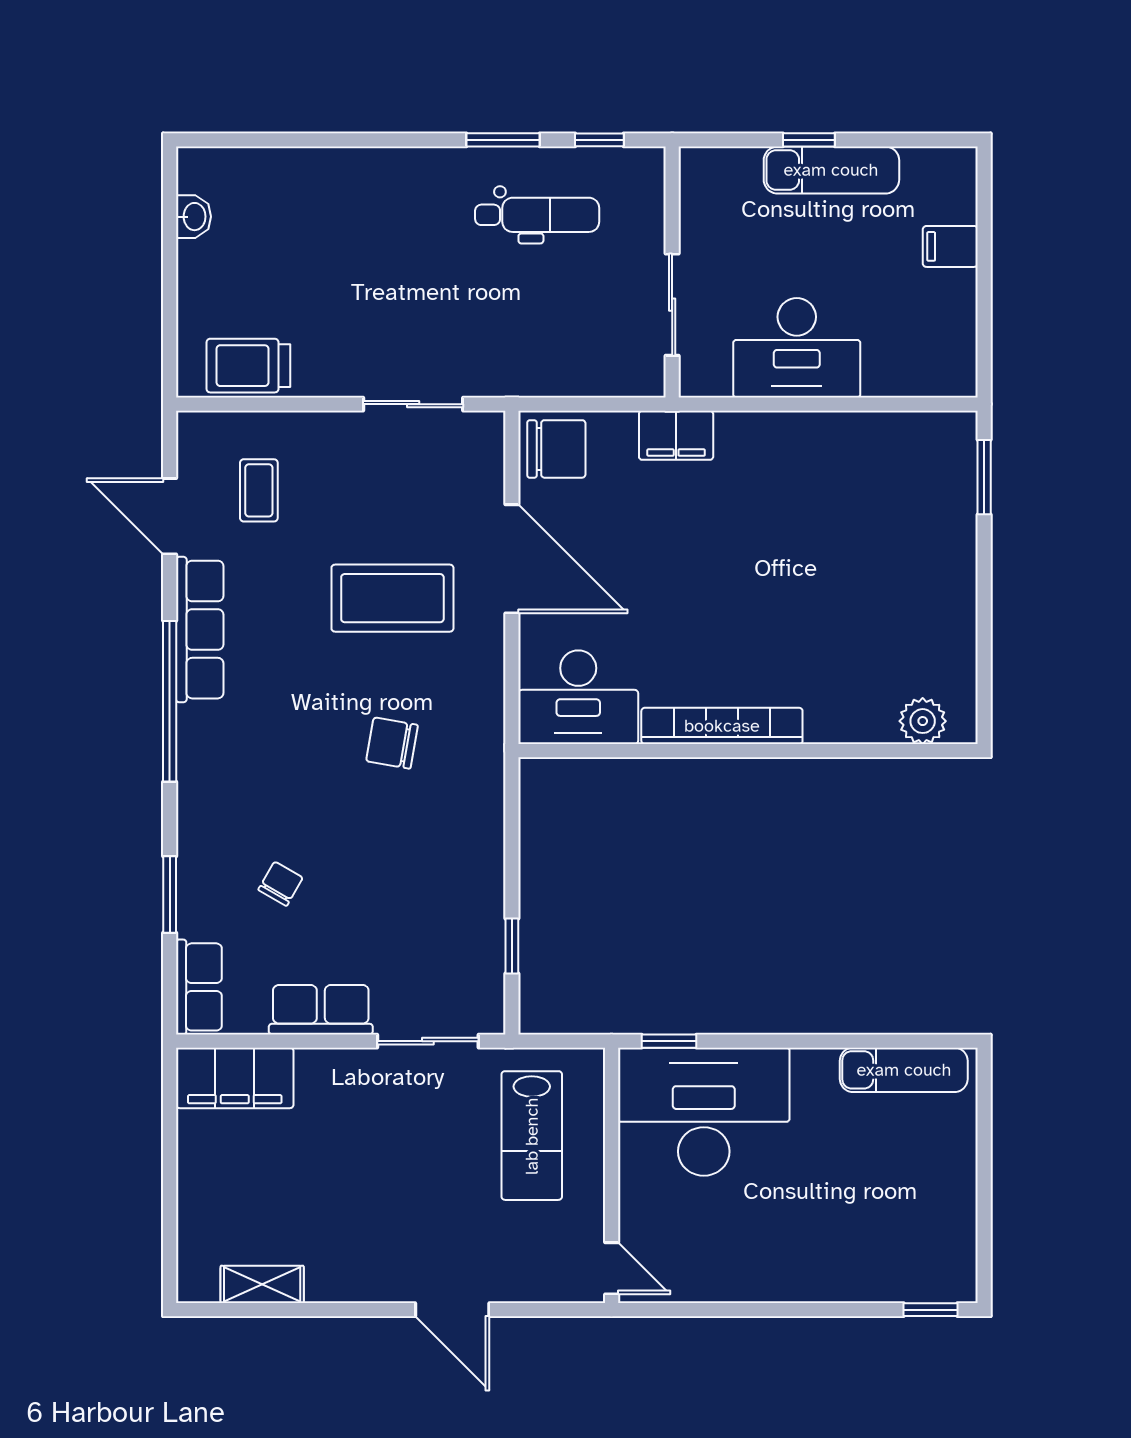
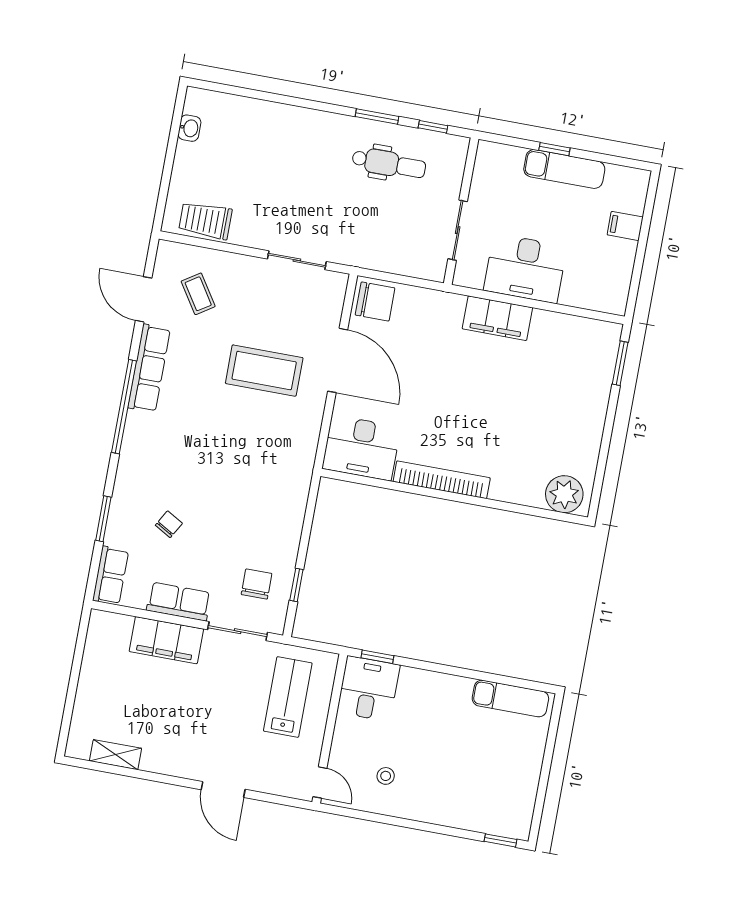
filing cabinet: (676, 435) -> (497, 318), moved, width x1.50, depth x1.17
coffee table: (259, 490) -> (198, 294), turned -33
plant: (923, 721) -> (564, 494), width x1.36, depth x1.36
chair: (392, 743) -> (257, 584), moved, turned 80
filing cabinet: (235, 1078) -> (166, 640), moved
desk: (704, 1112) -> (368, 689), width x0.53, depth x0.77
lab bench: (532, 1136) -> (288, 697), turned 180
stool: (719, 1237) -> (386, 776), added

